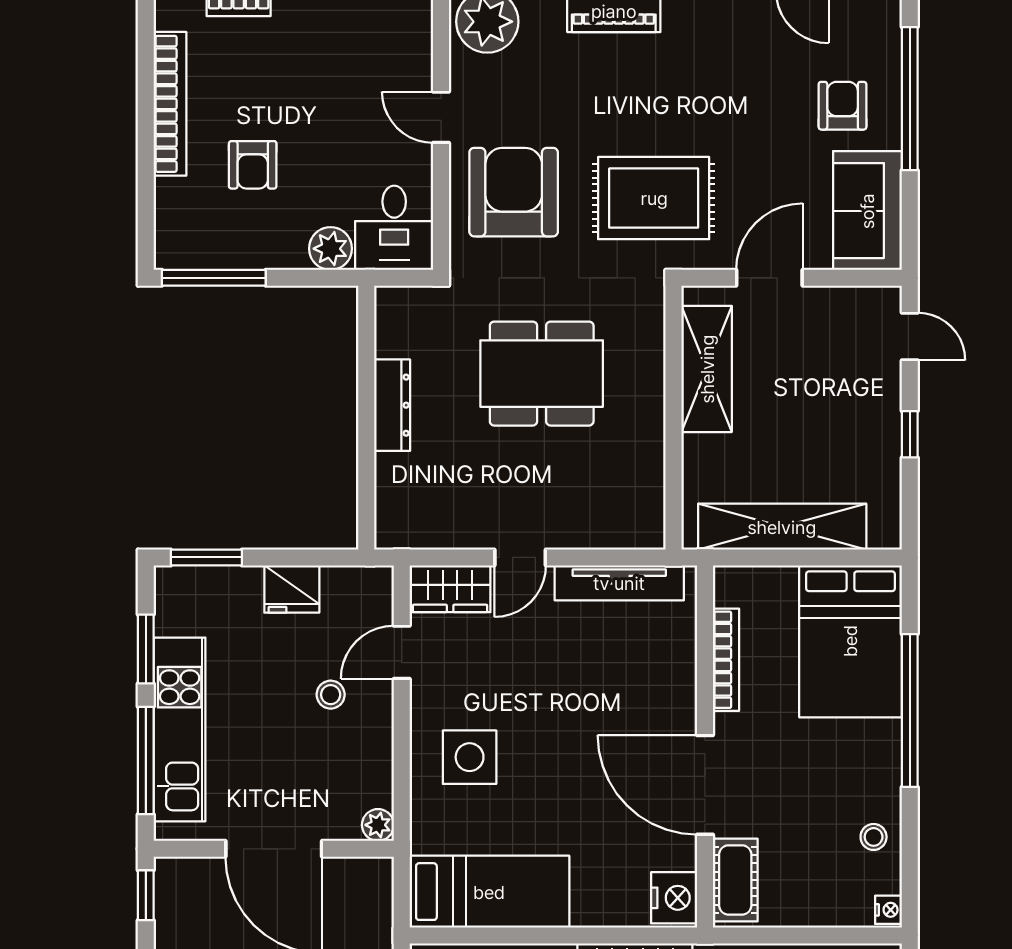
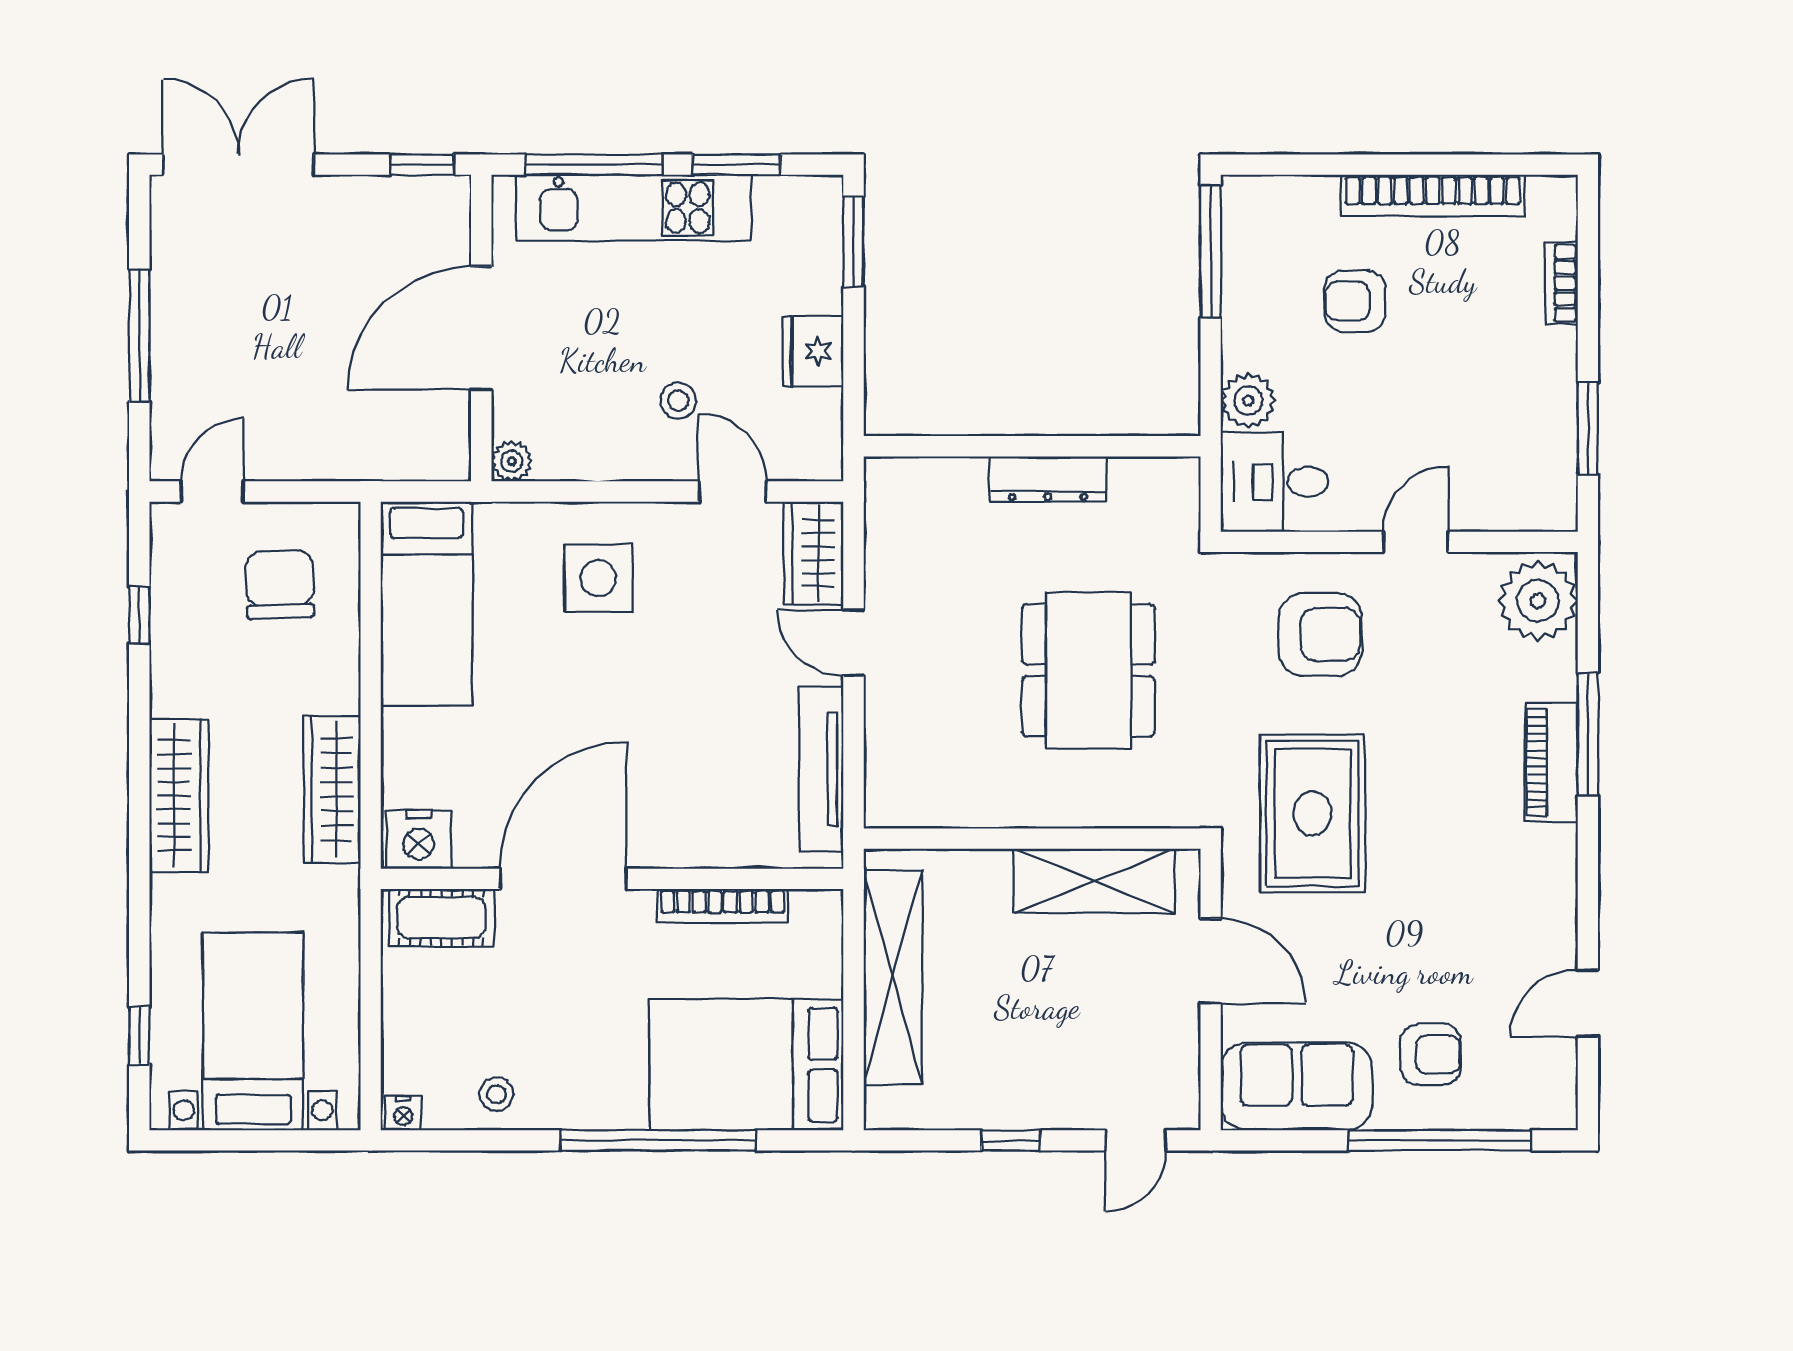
armchair: (514, 192) -> (1320, 634), width x0.73, depth x0.73

